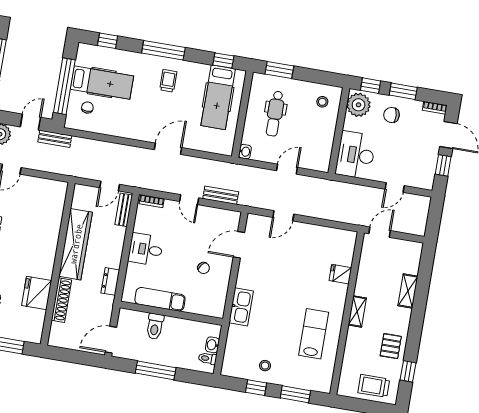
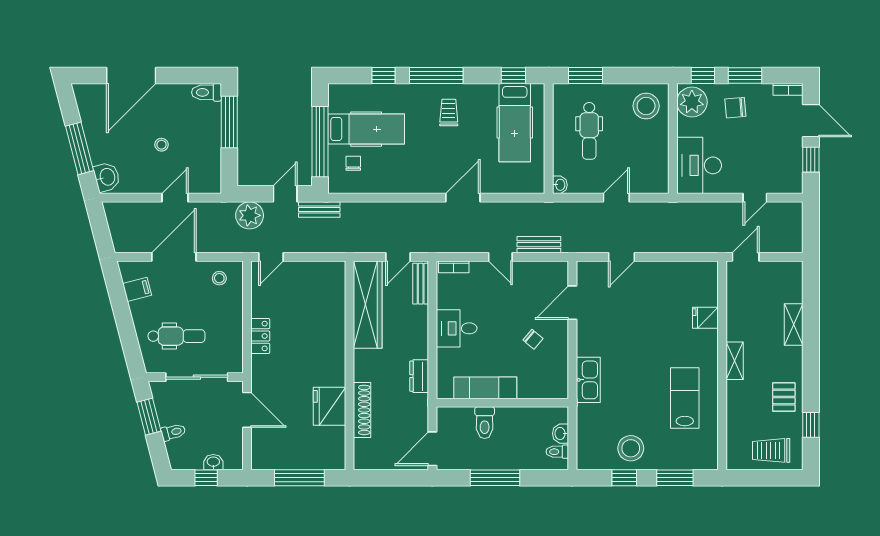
window: (108, 41) -> (384, 75), moved
stool: (322, 102) -> (646, 106), width x1.89, depth x1.89
wardrobe: (76, 244) -> (368, 305), moved
stool: (265, 366) -> (631, 448), width x1.89, depth x1.89

